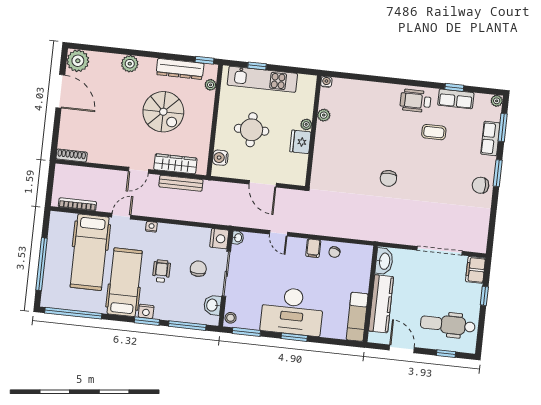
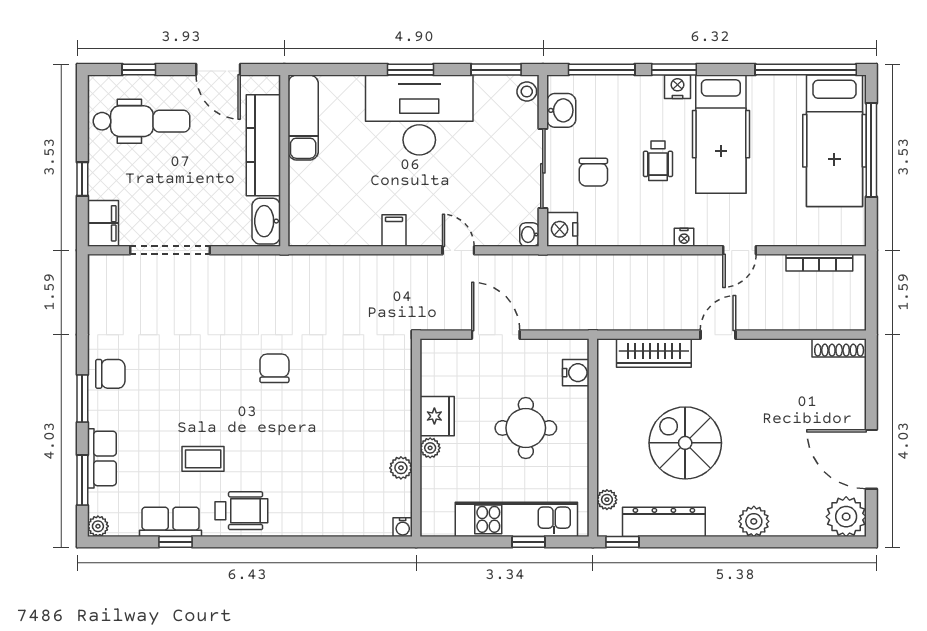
bench: (181, 183) -> (640, 320), removed
hospital bed: (90, 252) -> (834, 141), moved, turned 180
chair: (334, 252) -> (356, 228), removed

